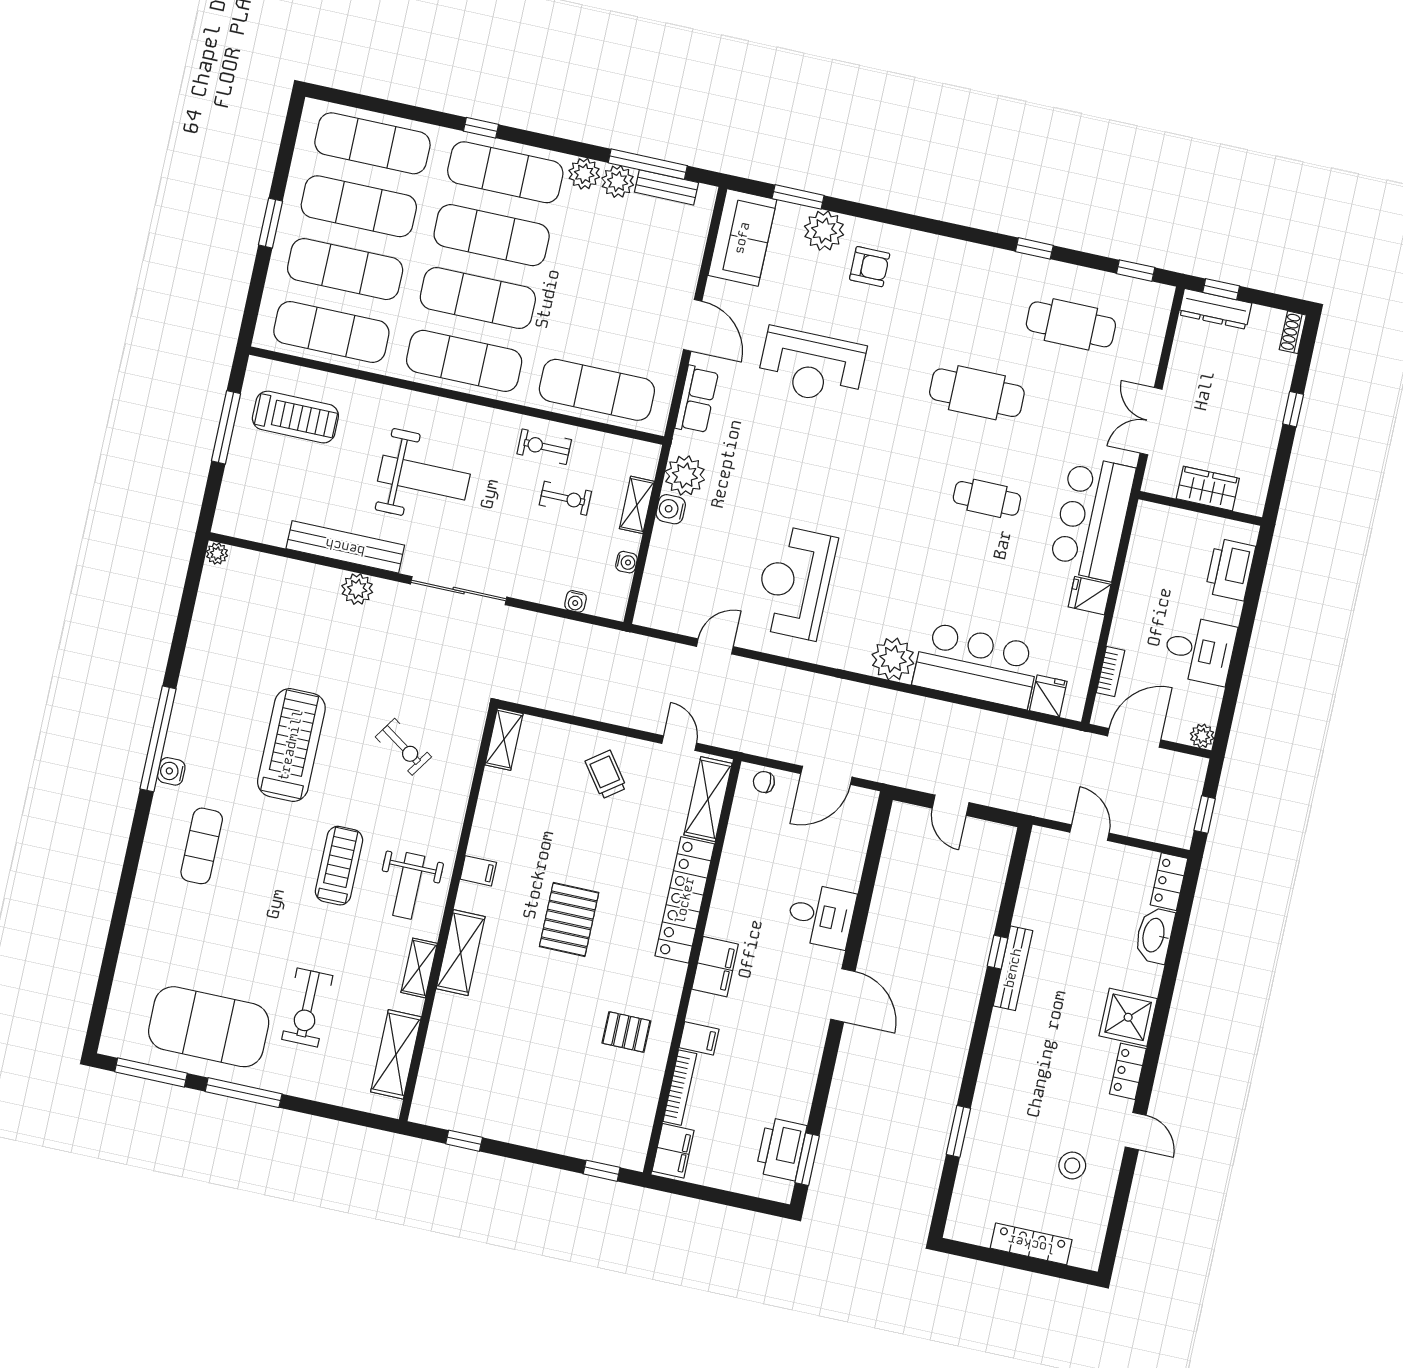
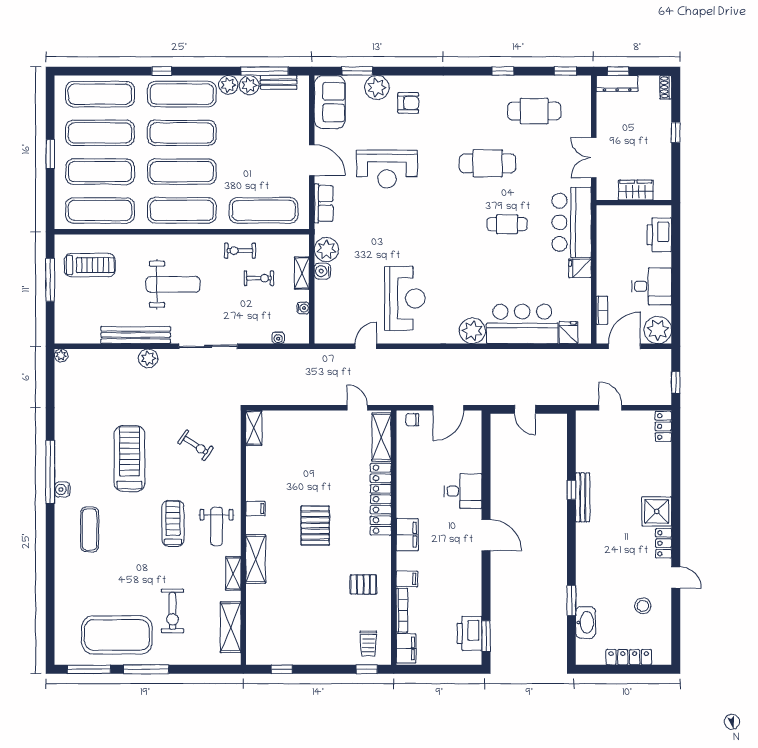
reception desk: (795, 583) -> (405, 298), turned 180
plant: (1202, 736) -> (658, 330), width x1.88, depth x1.88
trolley: (606, 775) -> (368, 643), moved, turned -144
washbasin: (1154, 935) -> (586, 622), moved, turned 180

